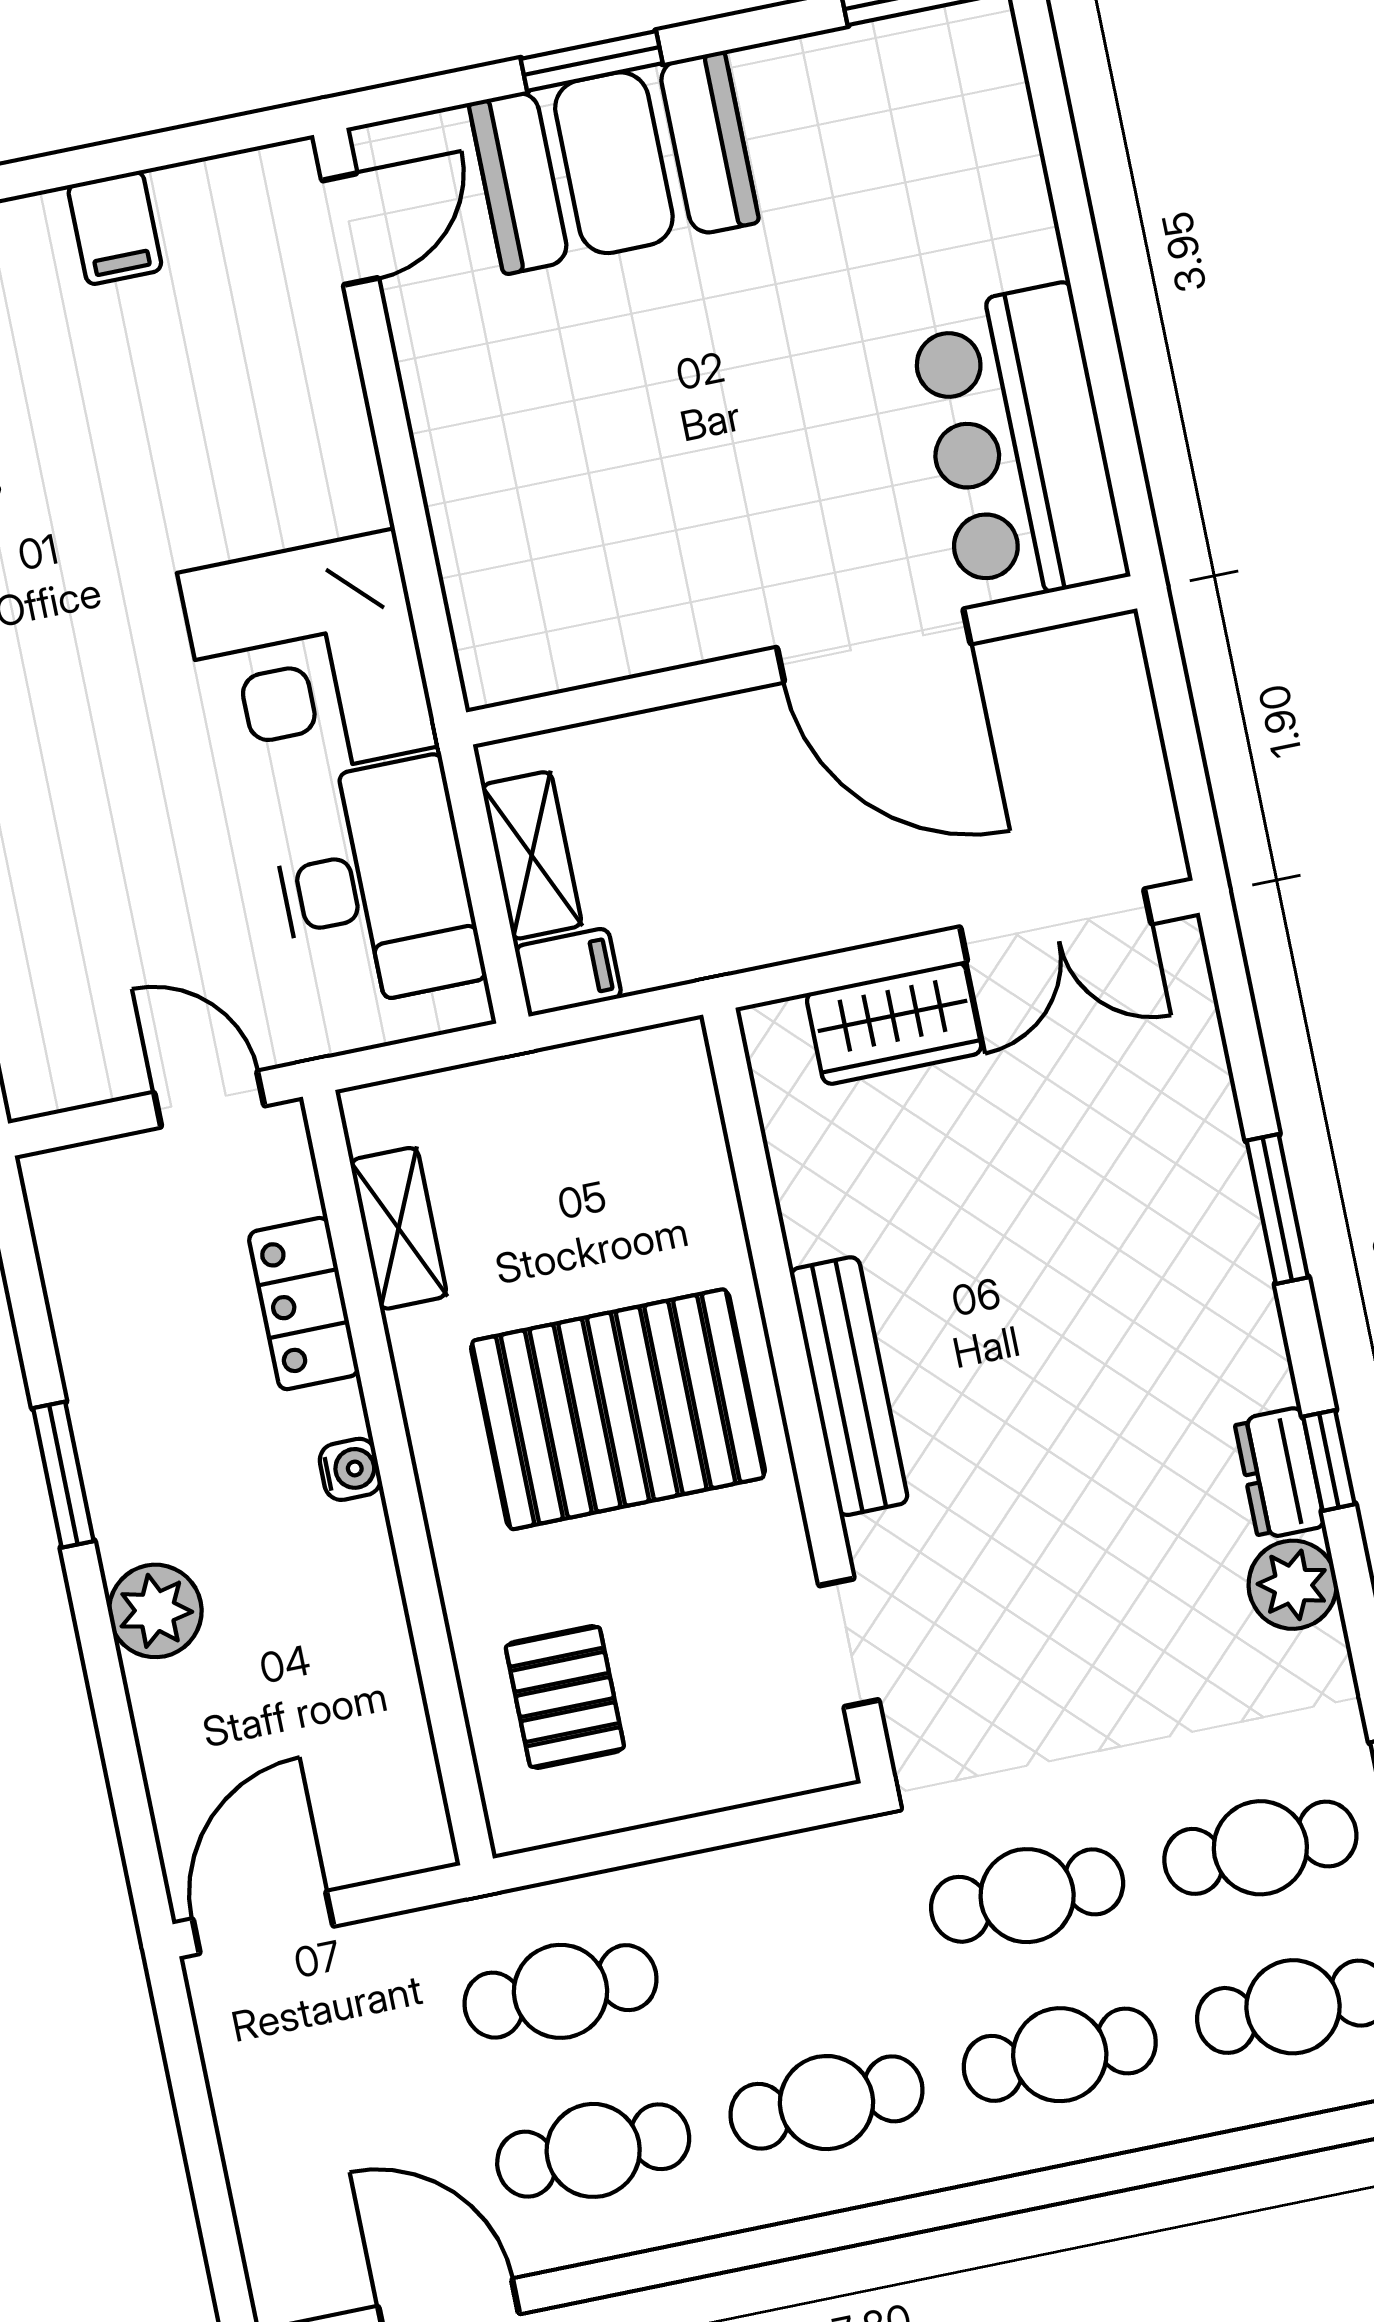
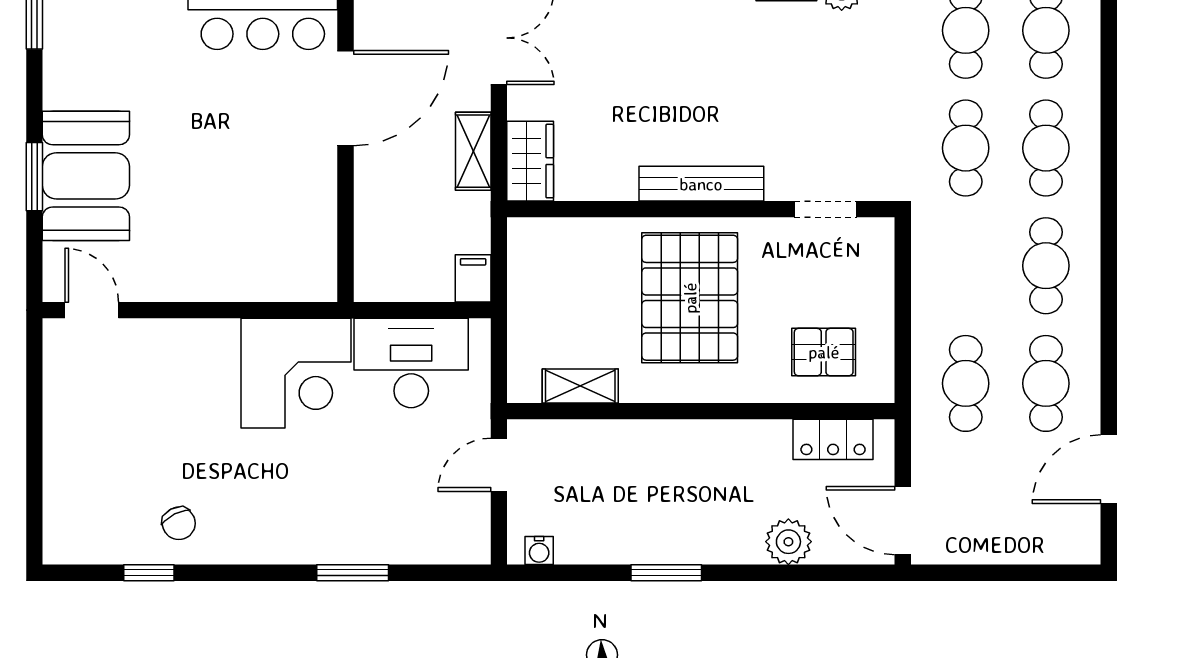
filing cabinet: (115, 228) -> (68, 424), removed
shelving: (532, 855) -> (473, 151), moved, turned 90
wardrobe: (894, 1023) -> (530, 161), moved
locker: (304, 1304) -> (833, 439), moved
water cooler: (350, 1469) -> (539, 551), moved, turned 180
plant: (155, 1611) -> (788, 542), moved

